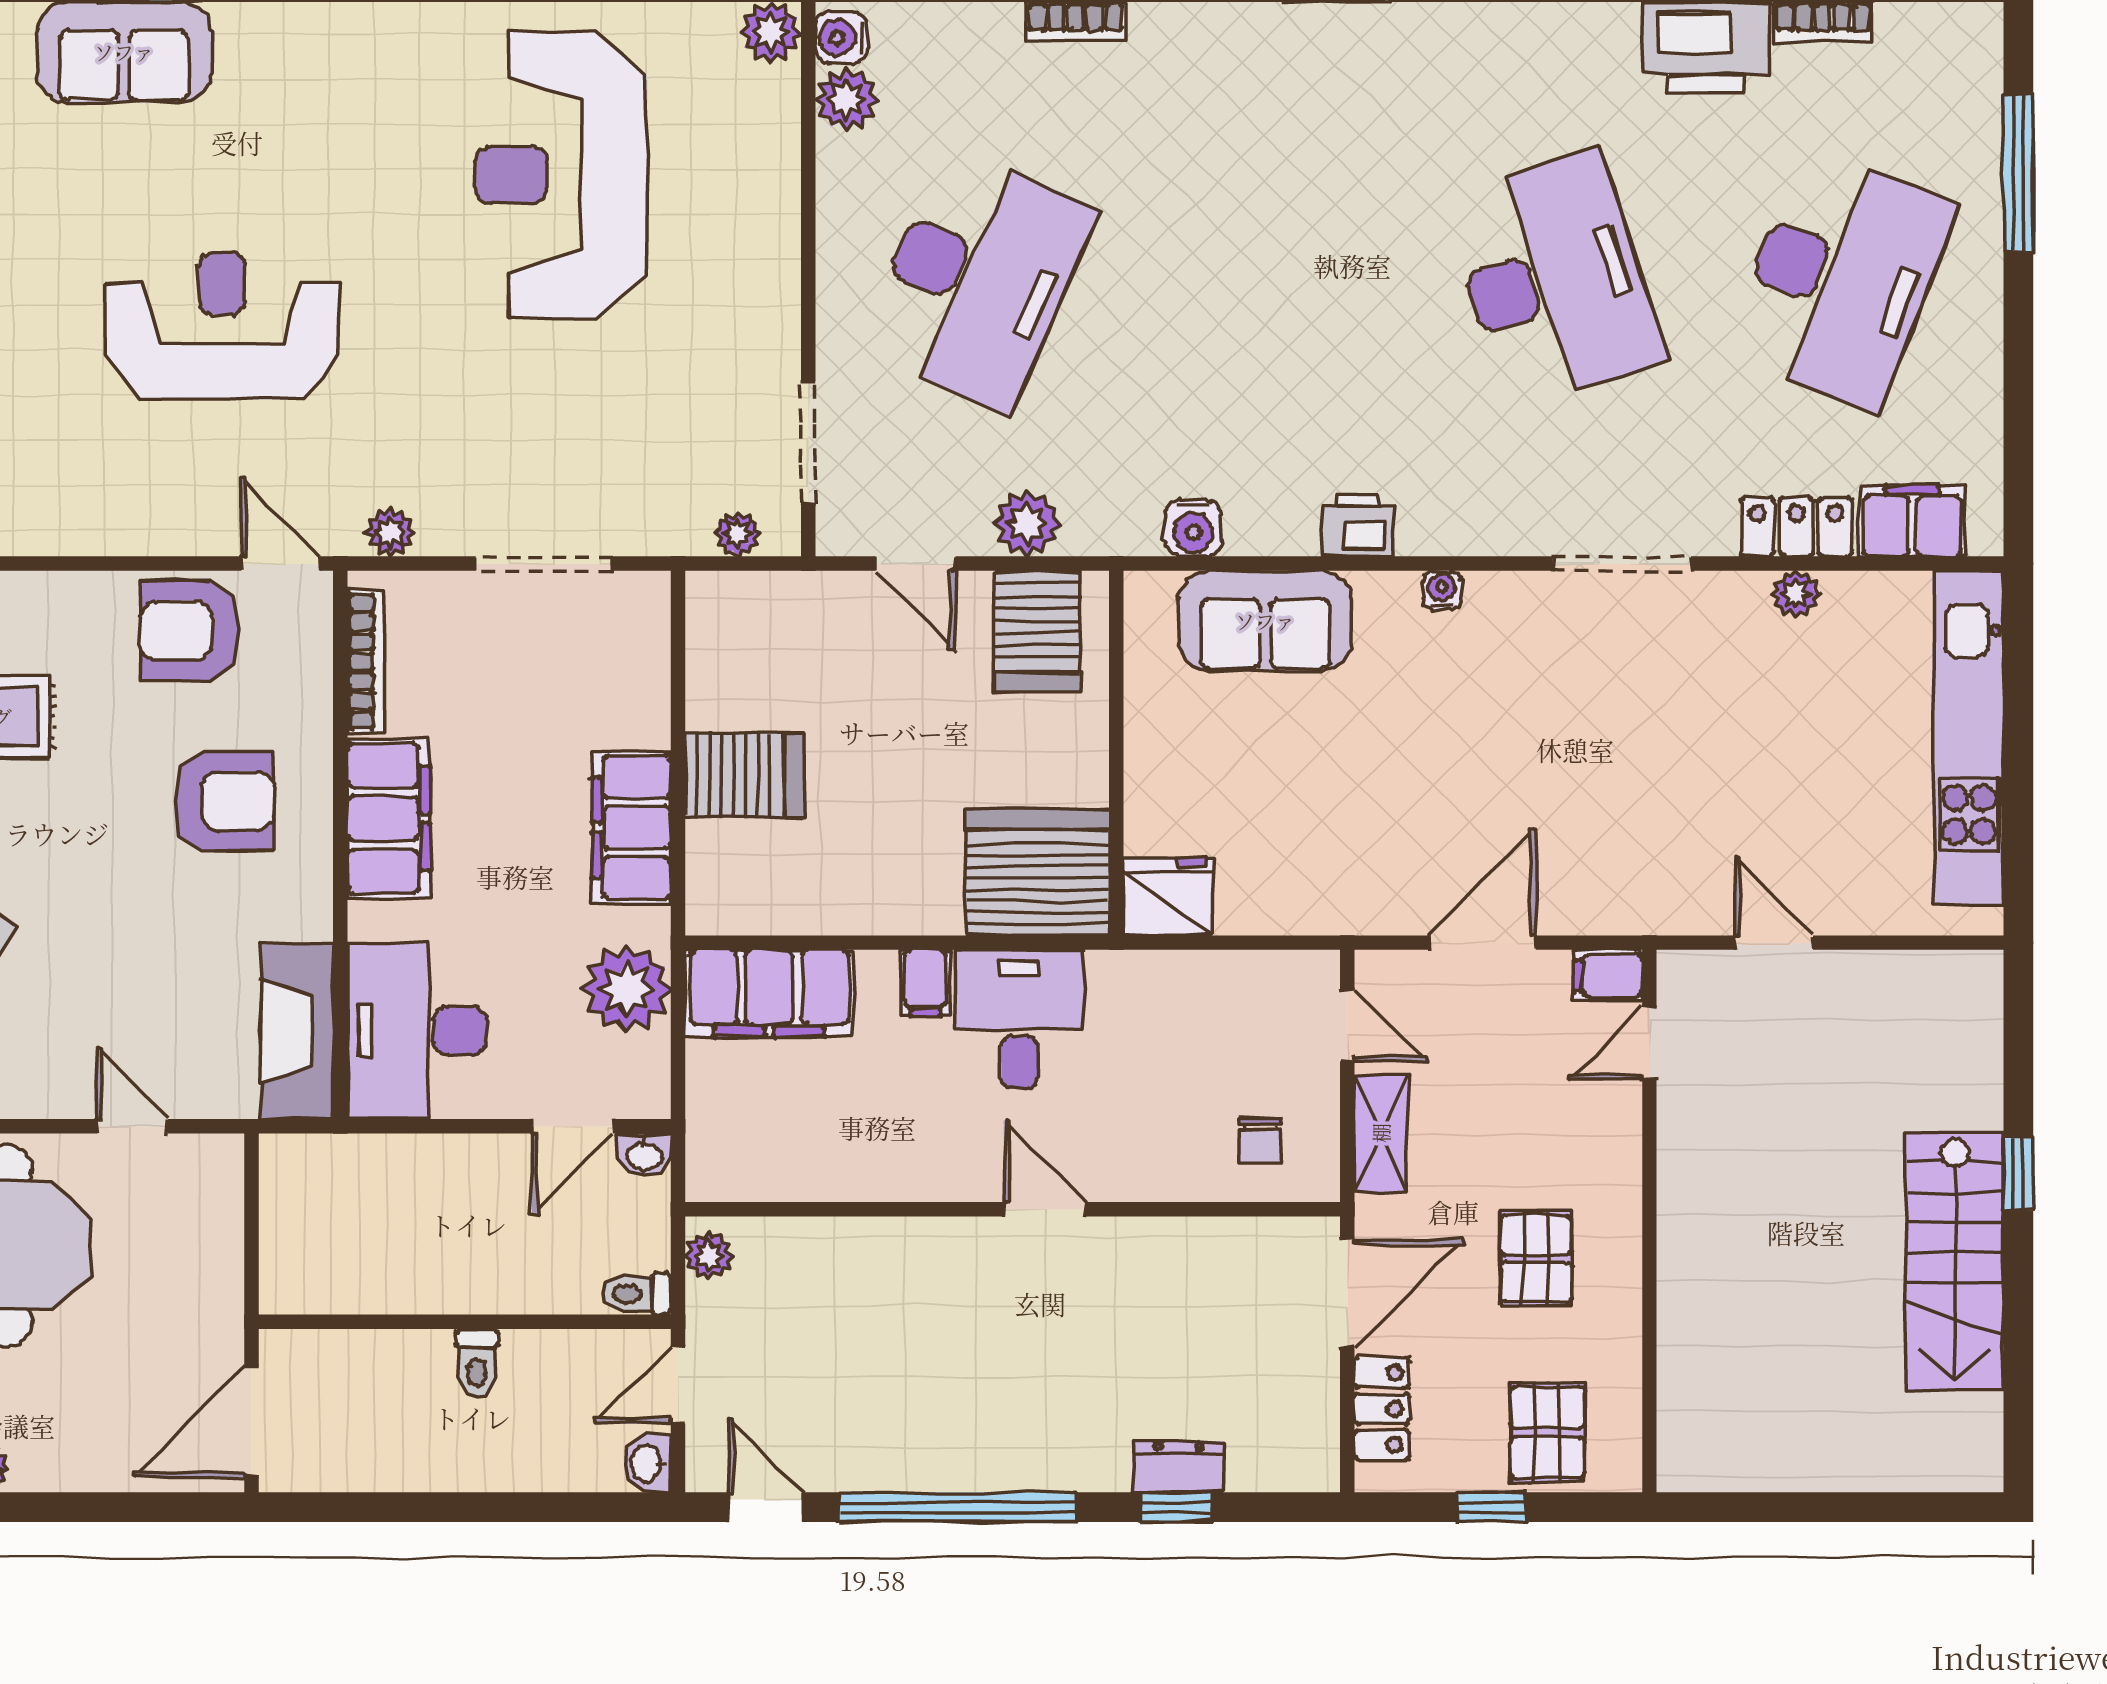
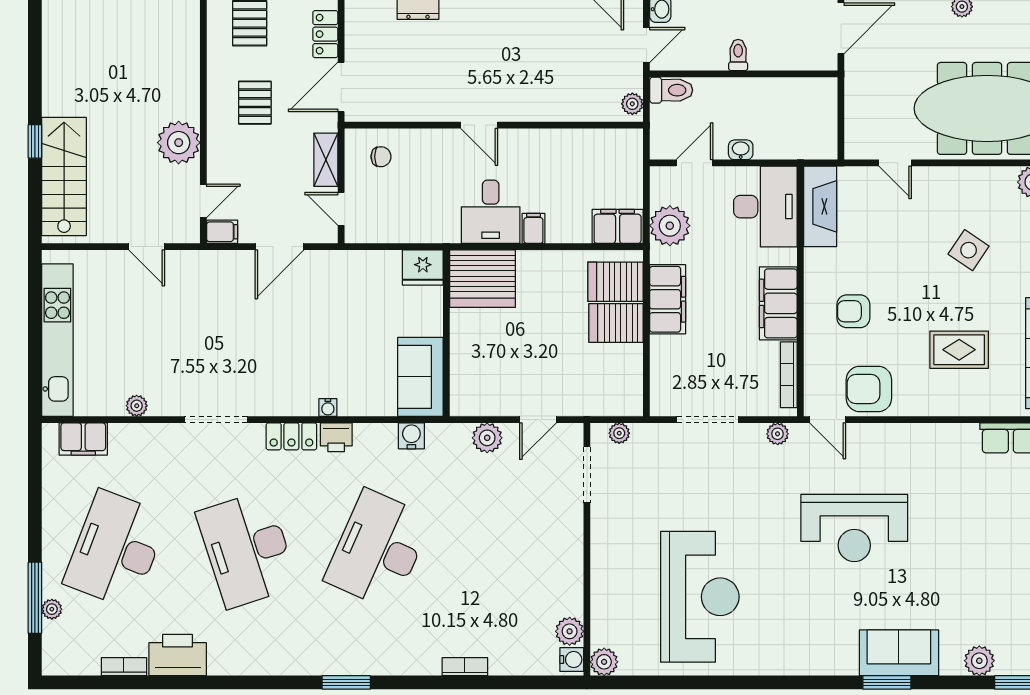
plant: (1981, 148) -> (52, 609), added
desk: (978, 279) -> (378, 549), moved
locker: (1796, 527) -> (291, 436), moved
door: (916, 564) -> (538, 420), swing flipped
water cooler: (1442, 590) -> (328, 407), moved
sofa: (1265, 621) -> (420, 377), moved, turned -90
armchair: (190, 631) -> (869, 389), turned 180
server rack: (1037, 631) -> (615, 282), moved, turned -90
armchair: (224, 801) -> (853, 311), width x0.72, depth x0.72
filing cabinet: (769, 993) -> (618, 226), width x0.67, depth x0.86
chair: (1260, 1140) -> (381, 157), turned 90
washbasin: (644, 1155) -> (741, 150), moved
plant: (1703, 1171) -> (179, 143), added
stairs: (1955, 1261) -> (64, 177), moved
toilet: (637, 1294) -> (671, 90), width x1.37, depth x1.39

